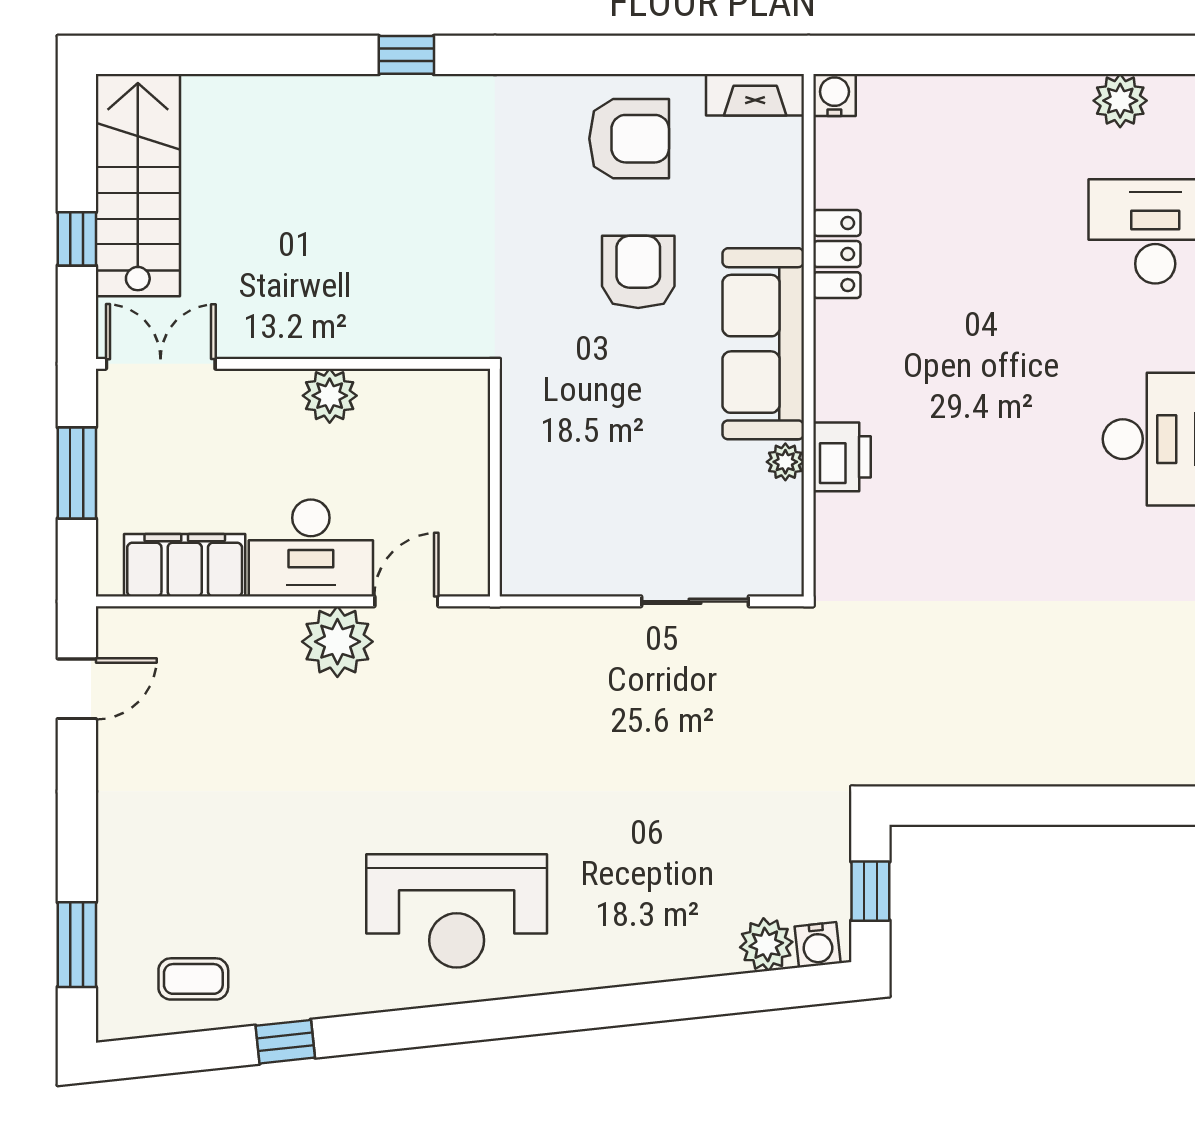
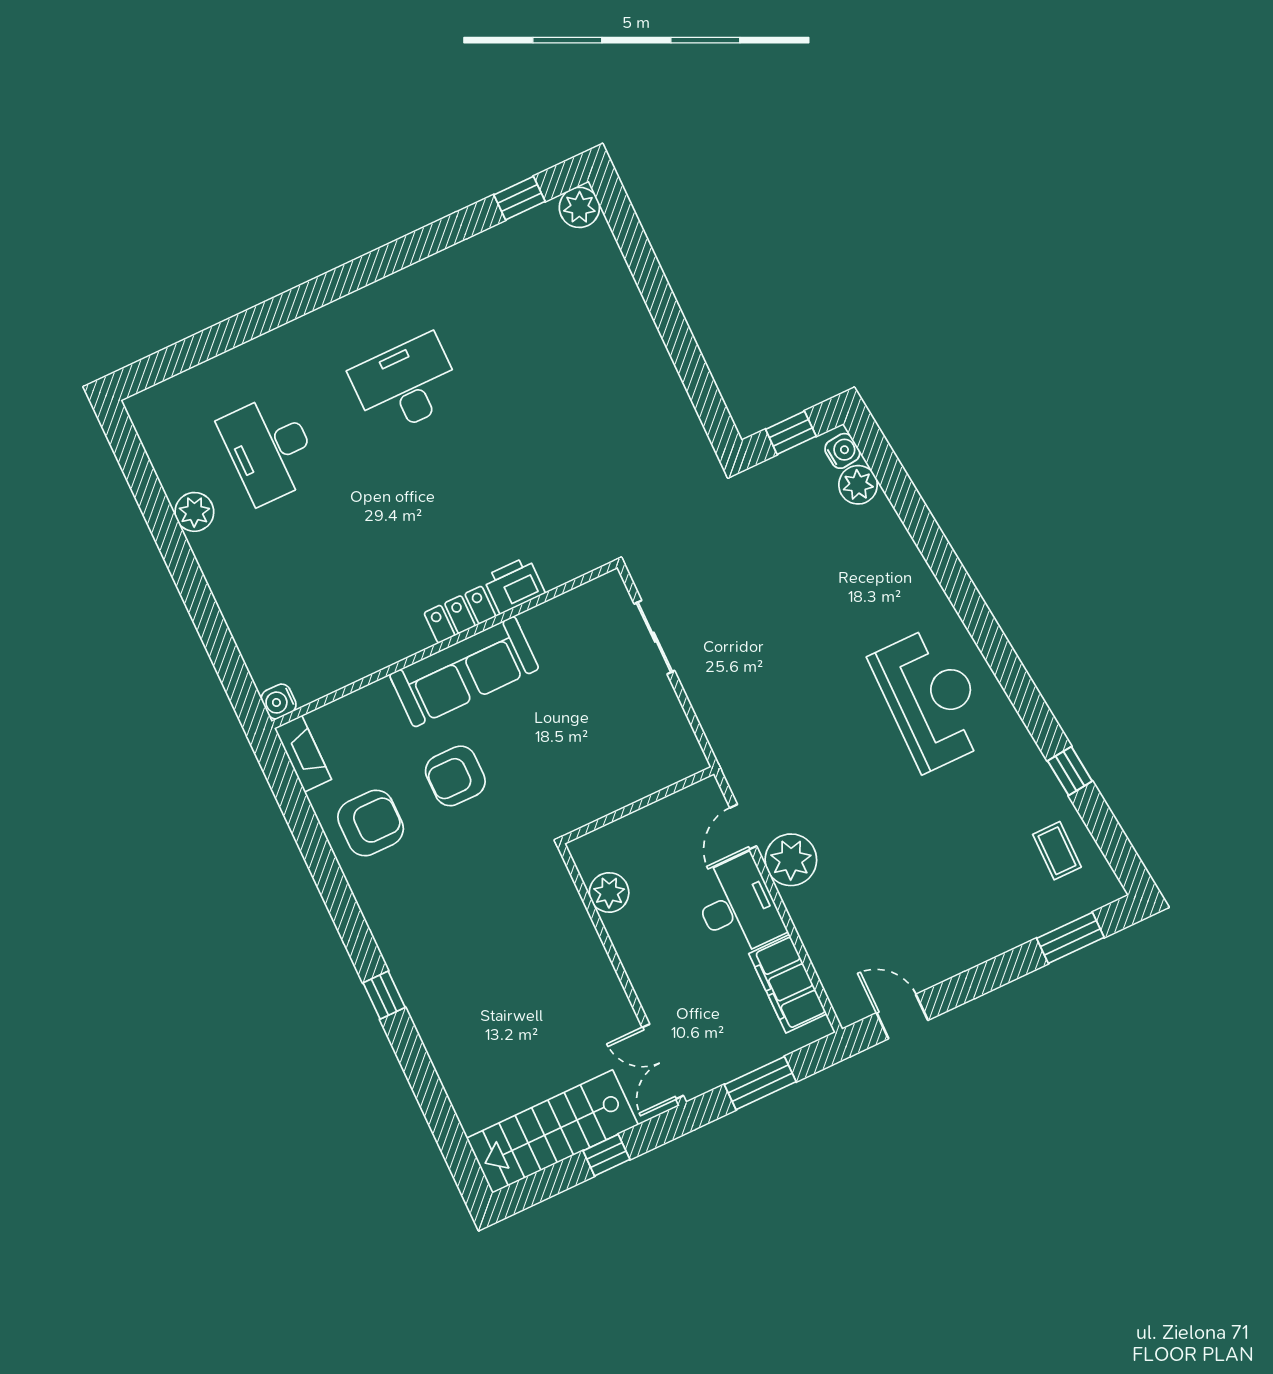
armchair: (629, 139) -> (371, 823), turned 90
locker: (837, 254) -> (460, 615), moved
plant: (330, 396) -> (609, 892), moved
plant: (785, 462) -> (535, 621), removed
door: (406, 601) -> (743, 827), hinge flipped

